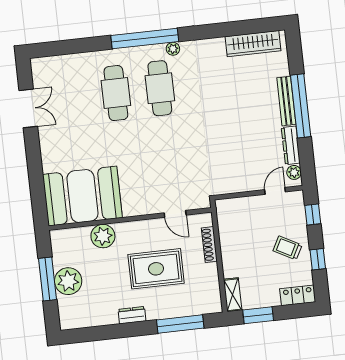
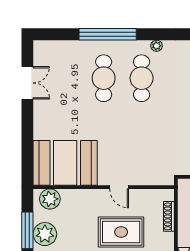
window: (145, 38) -> (108, 34), moved
door: (175, 214) -> (119, 187), moved
plant: (103, 236) -> (50, 199), moved

